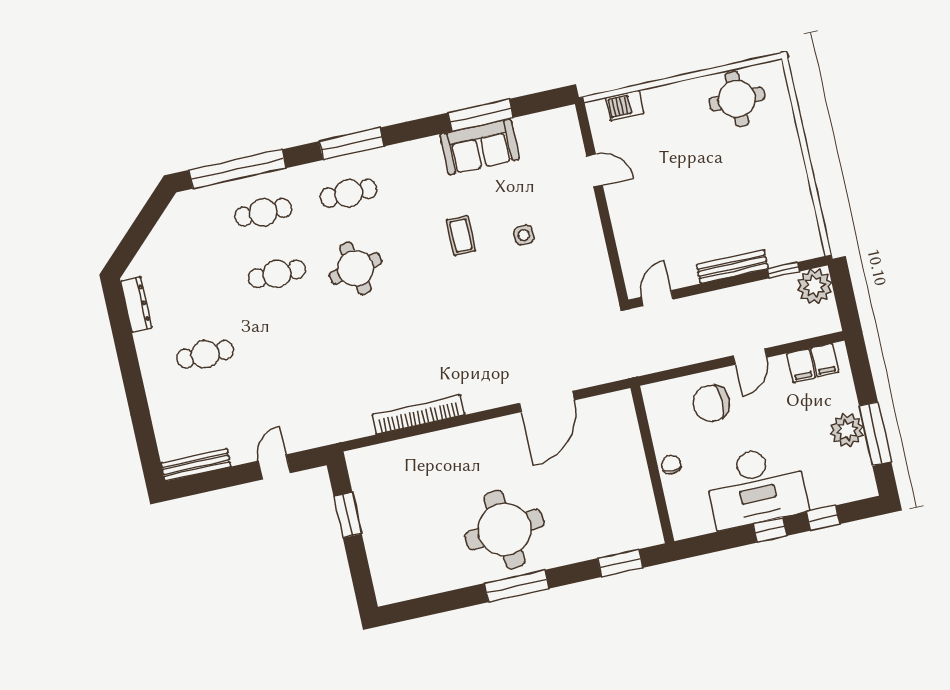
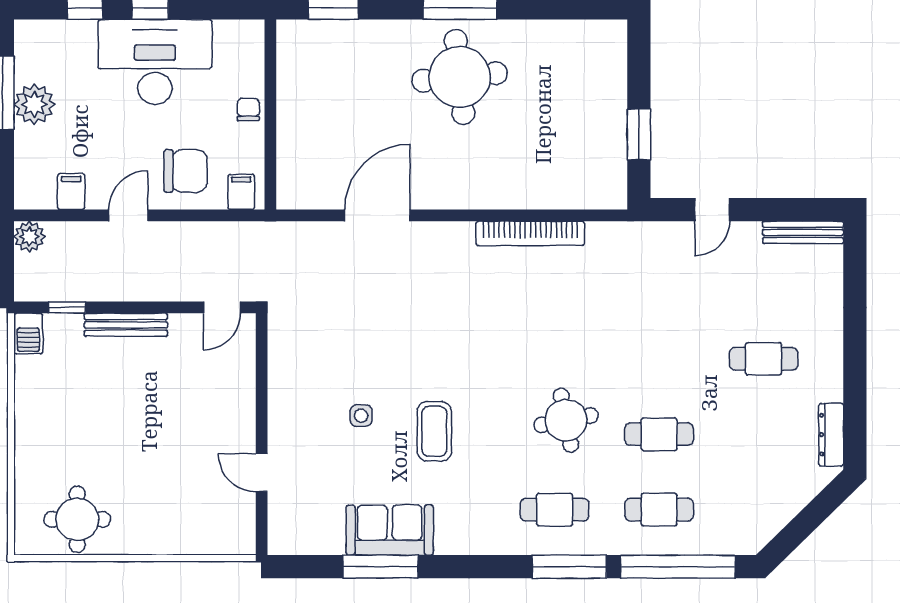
barbecue: (625, 105) -> (28, 334), moved, turned 90
window: (352, 144) -> (569, 567), moved
coffee table: (461, 236) -> (434, 431), width x1.36, depth x1.30
plant: (814, 286) -> (29, 237), moved, width x0.73, depth x0.73
filing cabinet: (825, 360) -> (241, 192), moved
chair: (671, 465) -> (248, 110), turned 180

